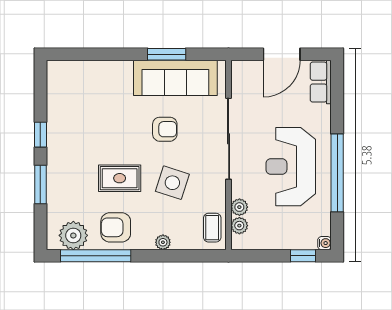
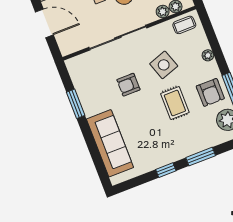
sofa: (175, 78) -> (110, 143), moved
armchair: (165, 129) -> (128, 85), turned -90
side table: (172, 183) -> (164, 65), turned -37

